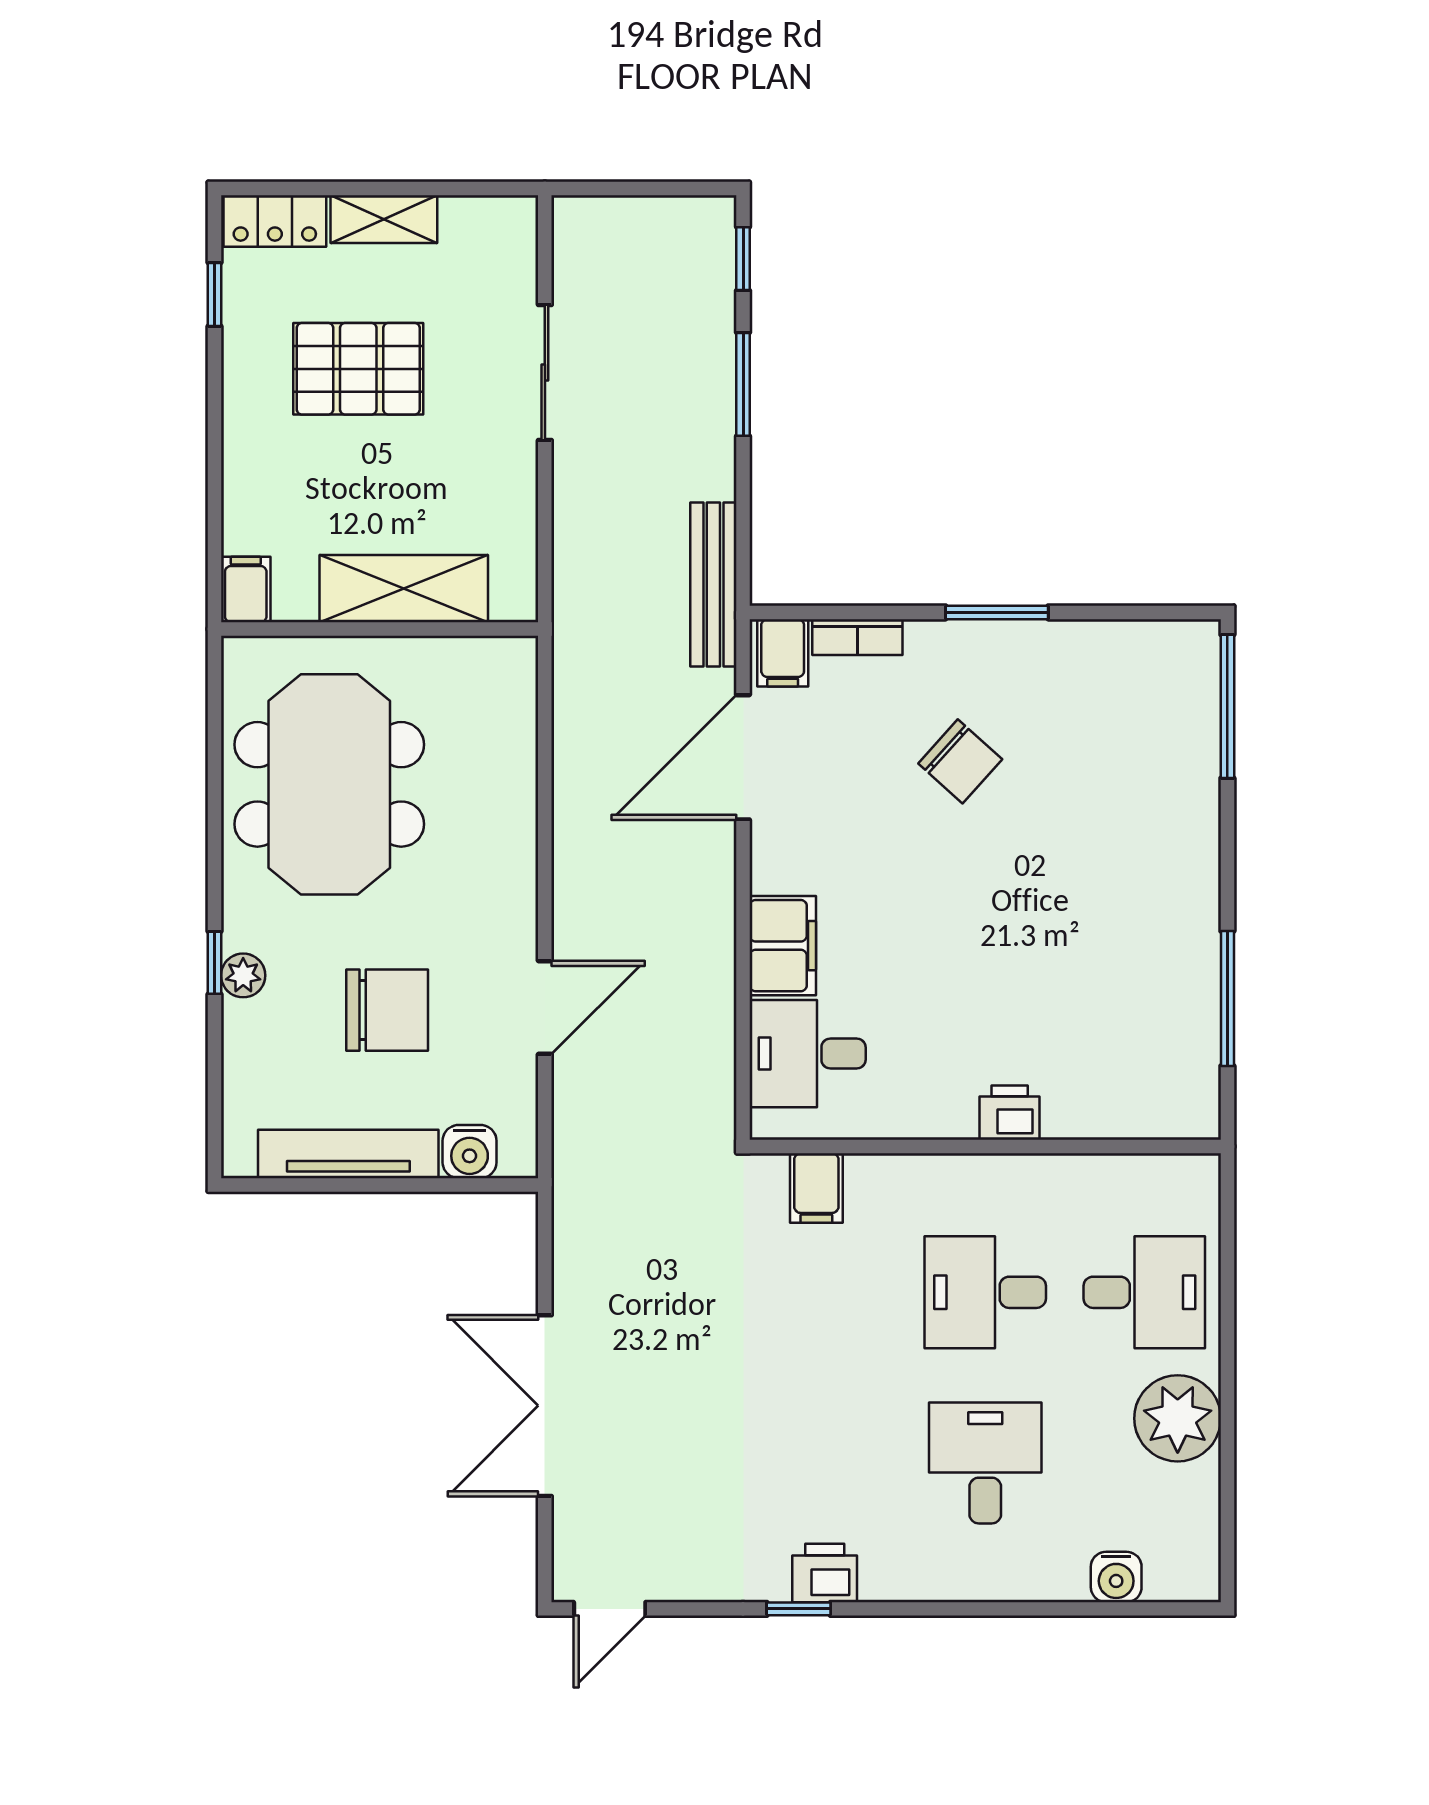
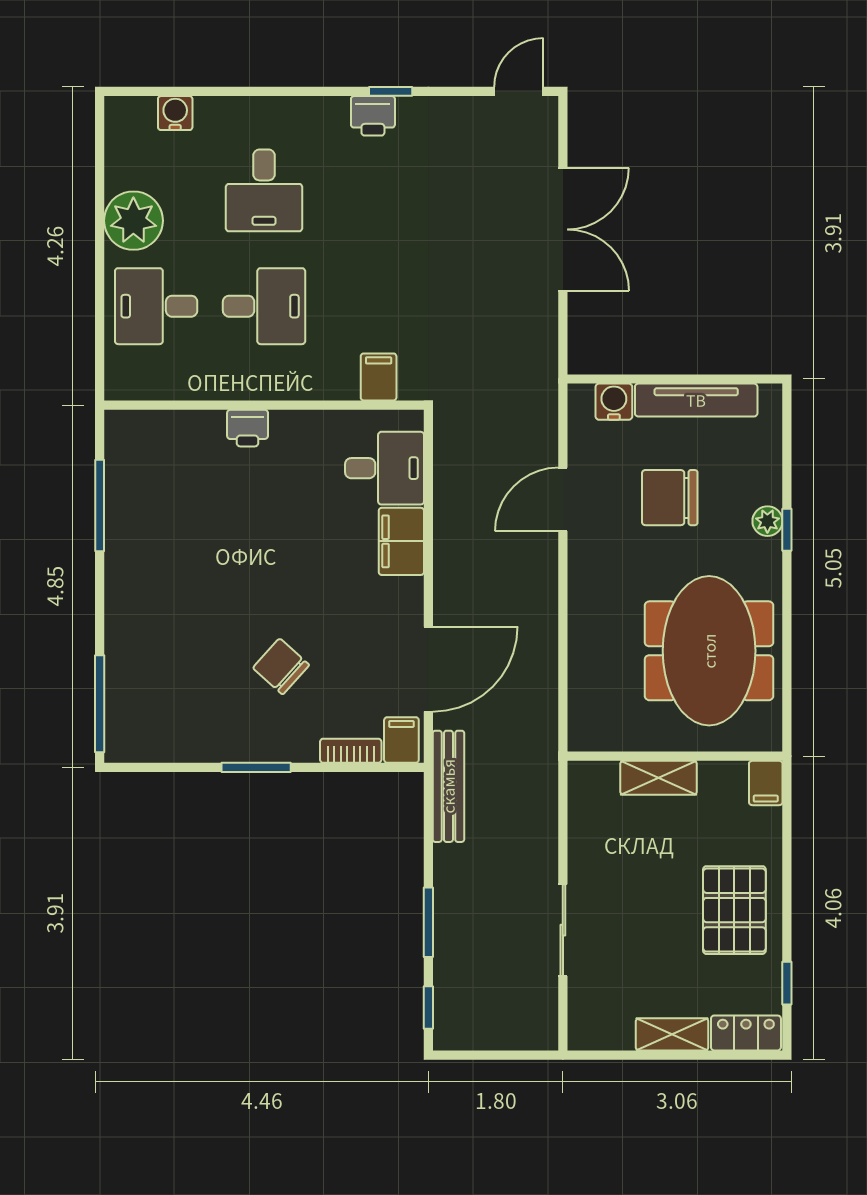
pallet: (358, 369) -> (734, 910), moved, turned 90
shelving: (404, 589) -> (659, 778), width x0.67, depth x0.75

